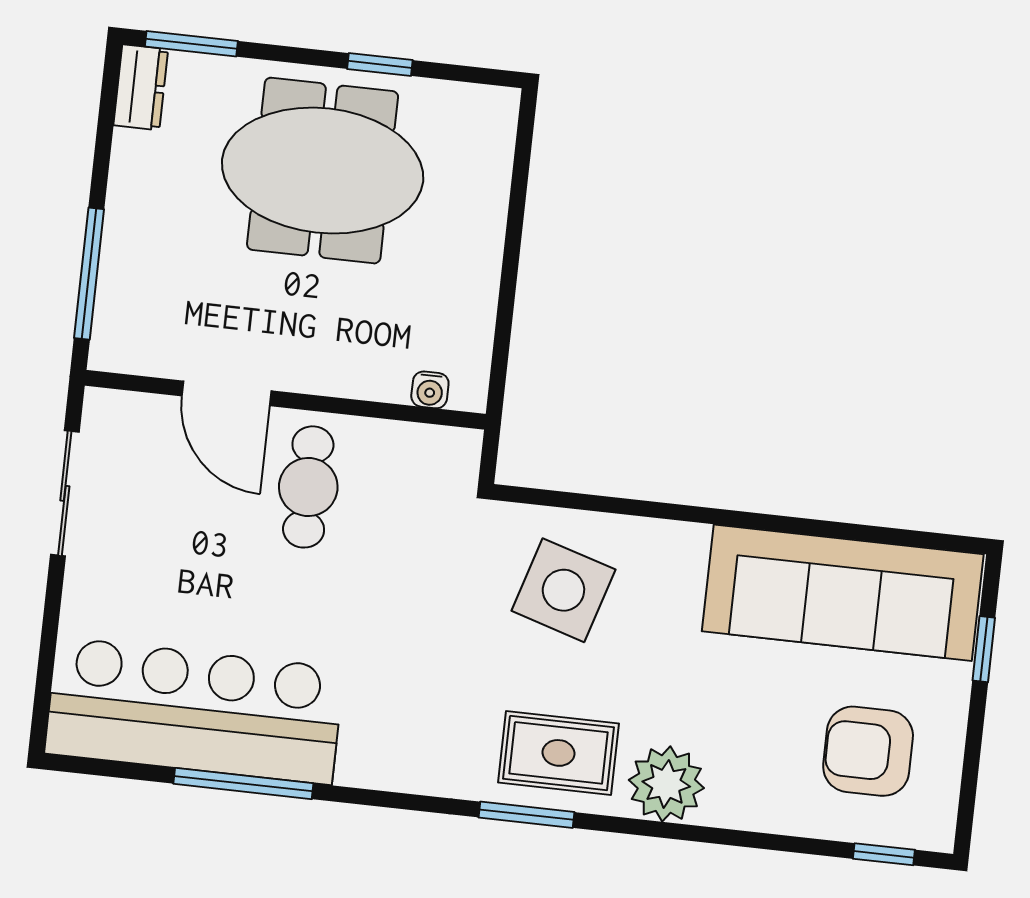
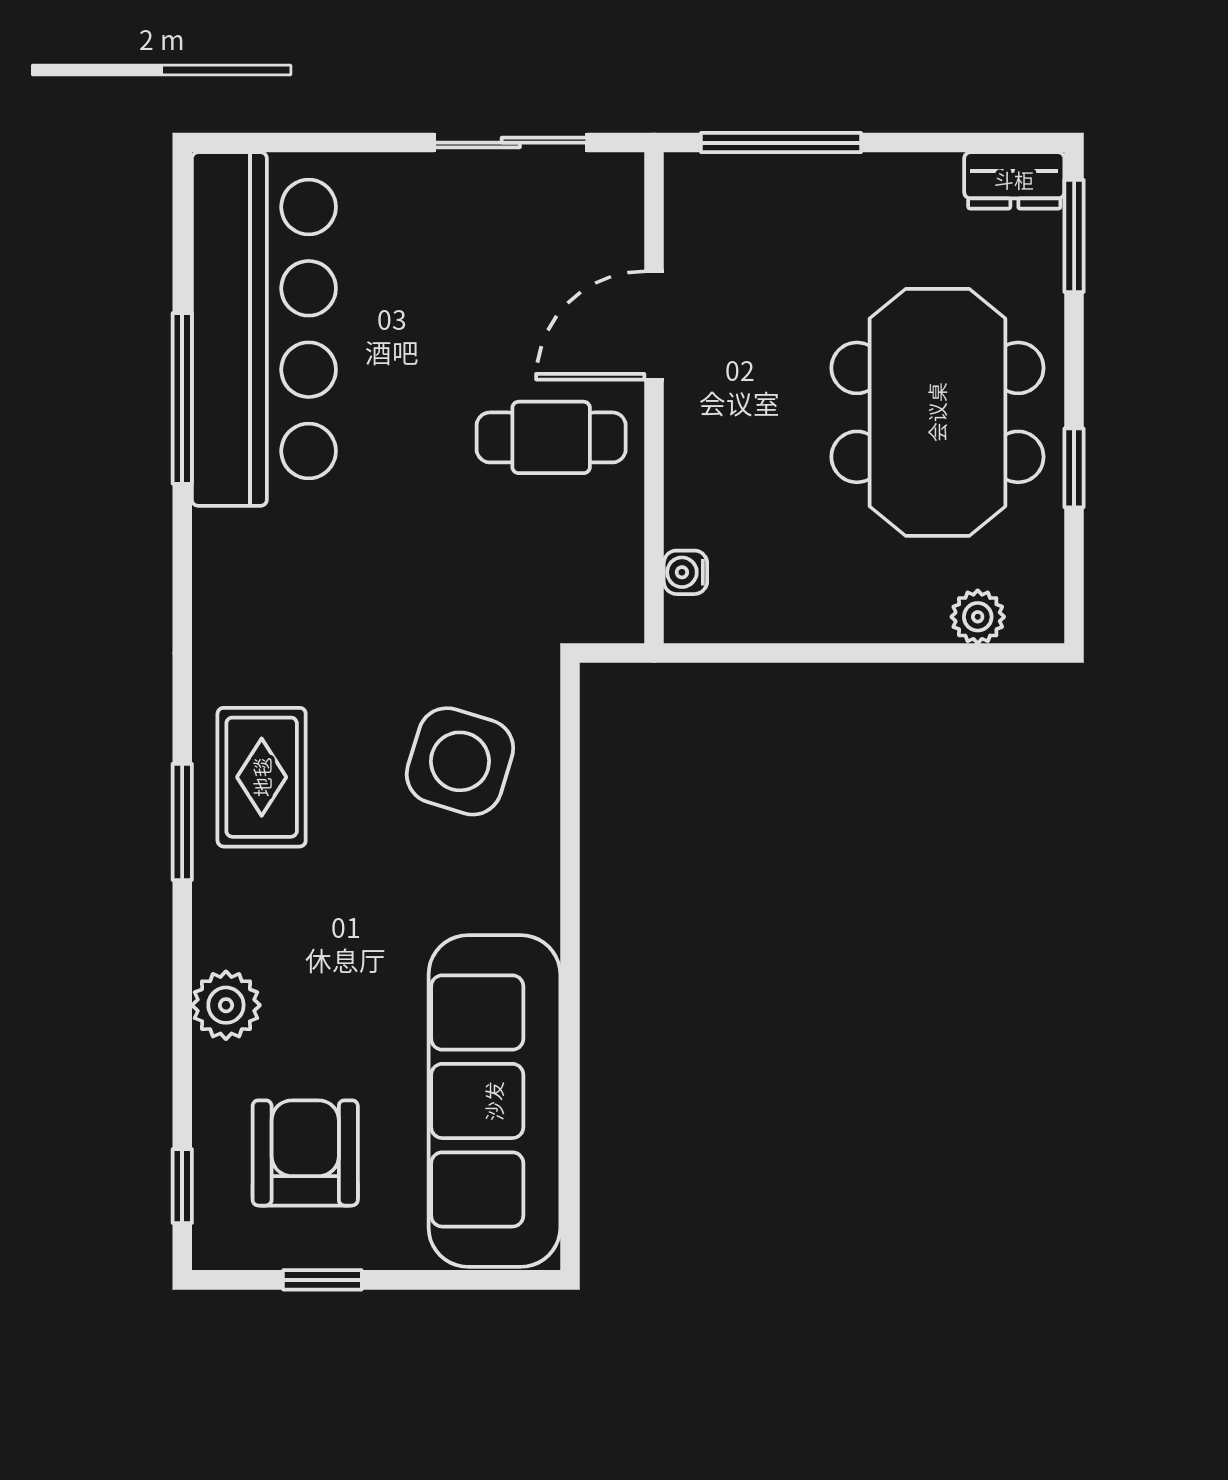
plant: (492, 156) -> (978, 617), added
window: (984, 649) -> (322, 1280), moved
plant: (666, 784) -> (226, 1005), moved, width x0.73, depth x0.73
window: (526, 815) -> (182, 822), moved

